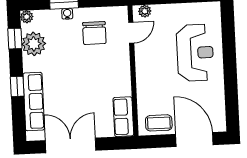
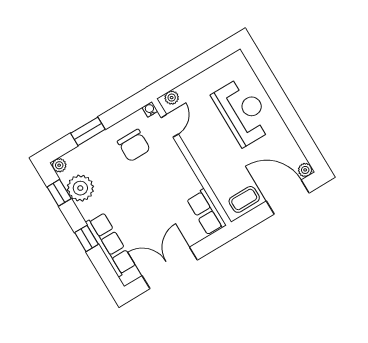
water cooler: (67, 14) -> (150, 109), moved
plant: (220, 126) -> (305, 170), added

